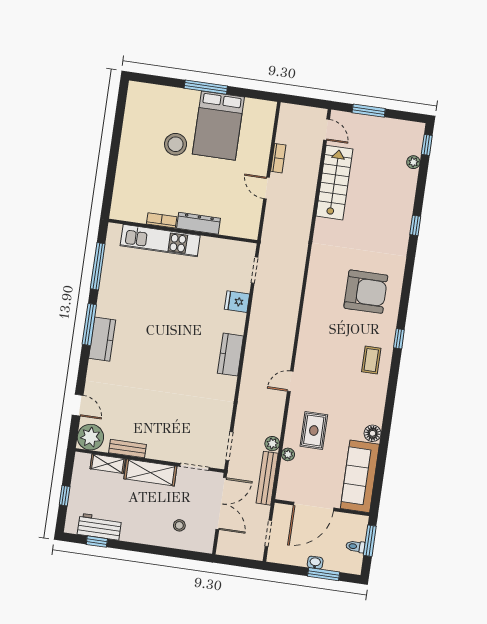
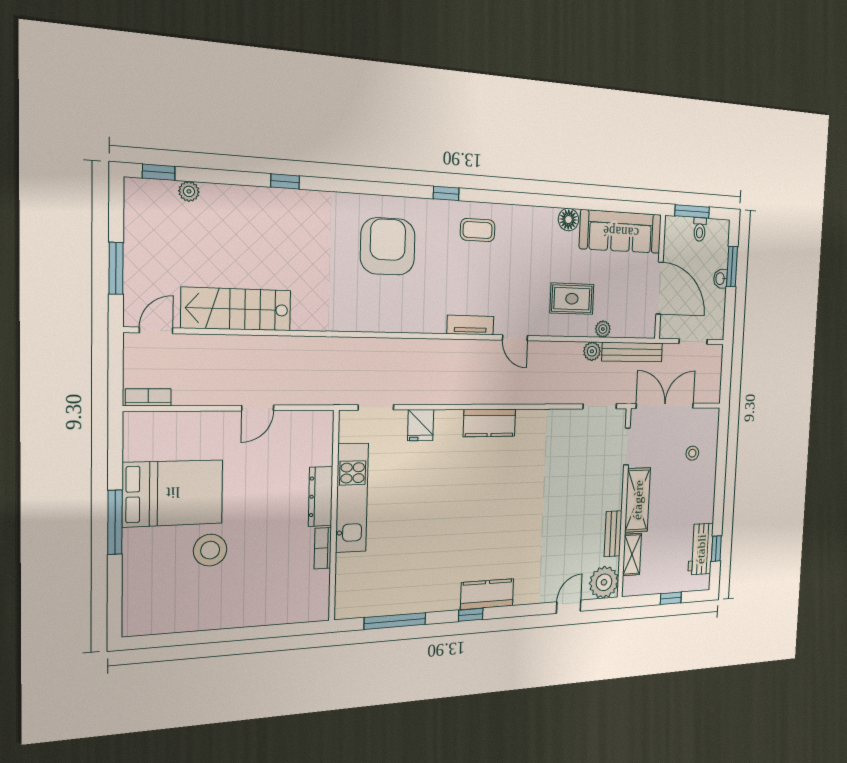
bookcase: (278, 158) -> (148, 397), moved
kitchen unit: (160, 241) -> (352, 498), moved
window: (89, 325) -> (471, 615), width x0.46
tv unit: (304, 347) -> (470, 325), added

